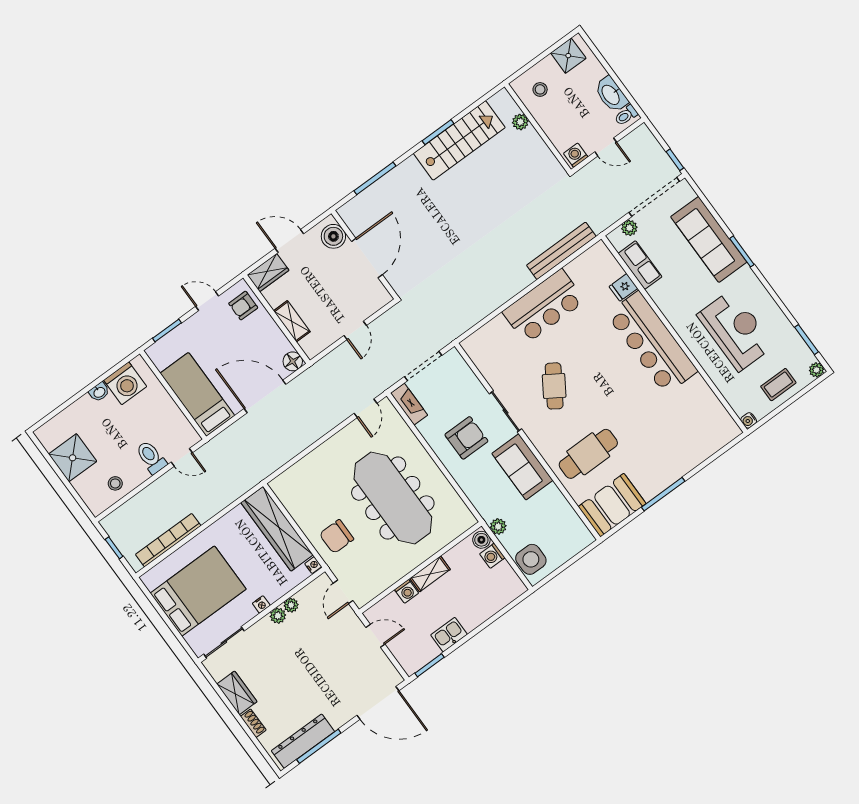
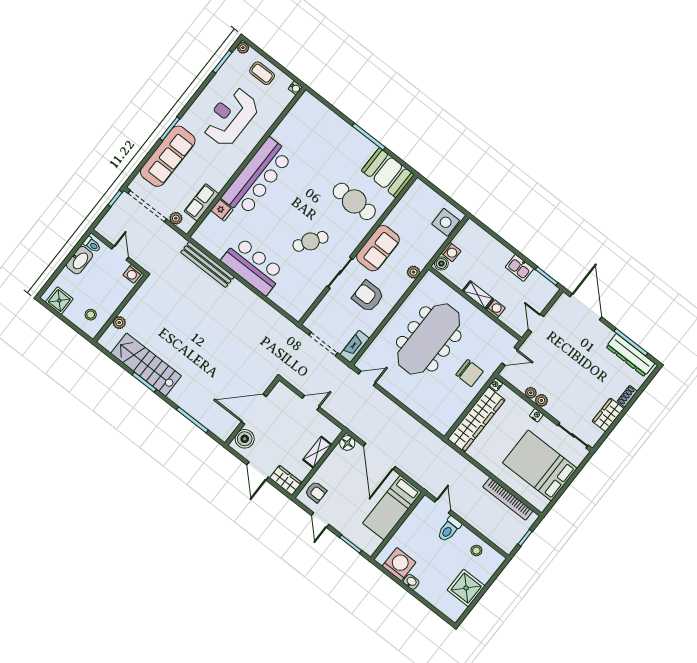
plant: (498, 527) -> (414, 272), moved

